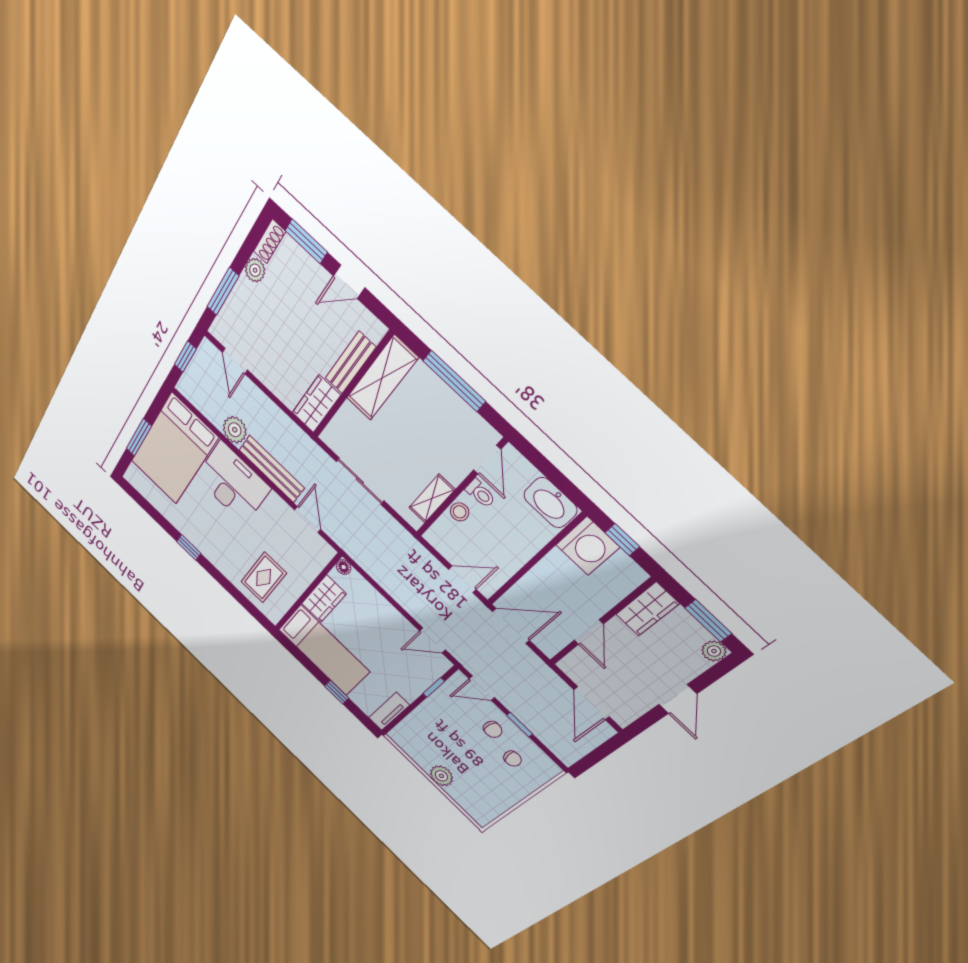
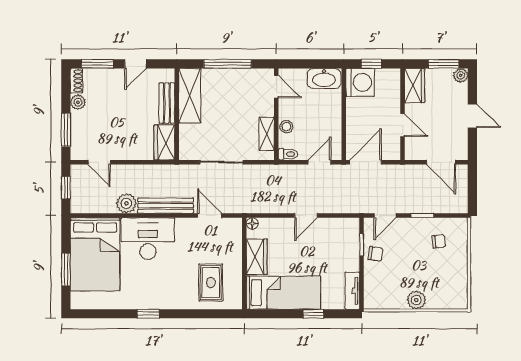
toilet: (480, 493) -> (288, 154), moved
door: (432, 640) -> (306, 215), moved
chair: (493, 729) -> (376, 254), moved

